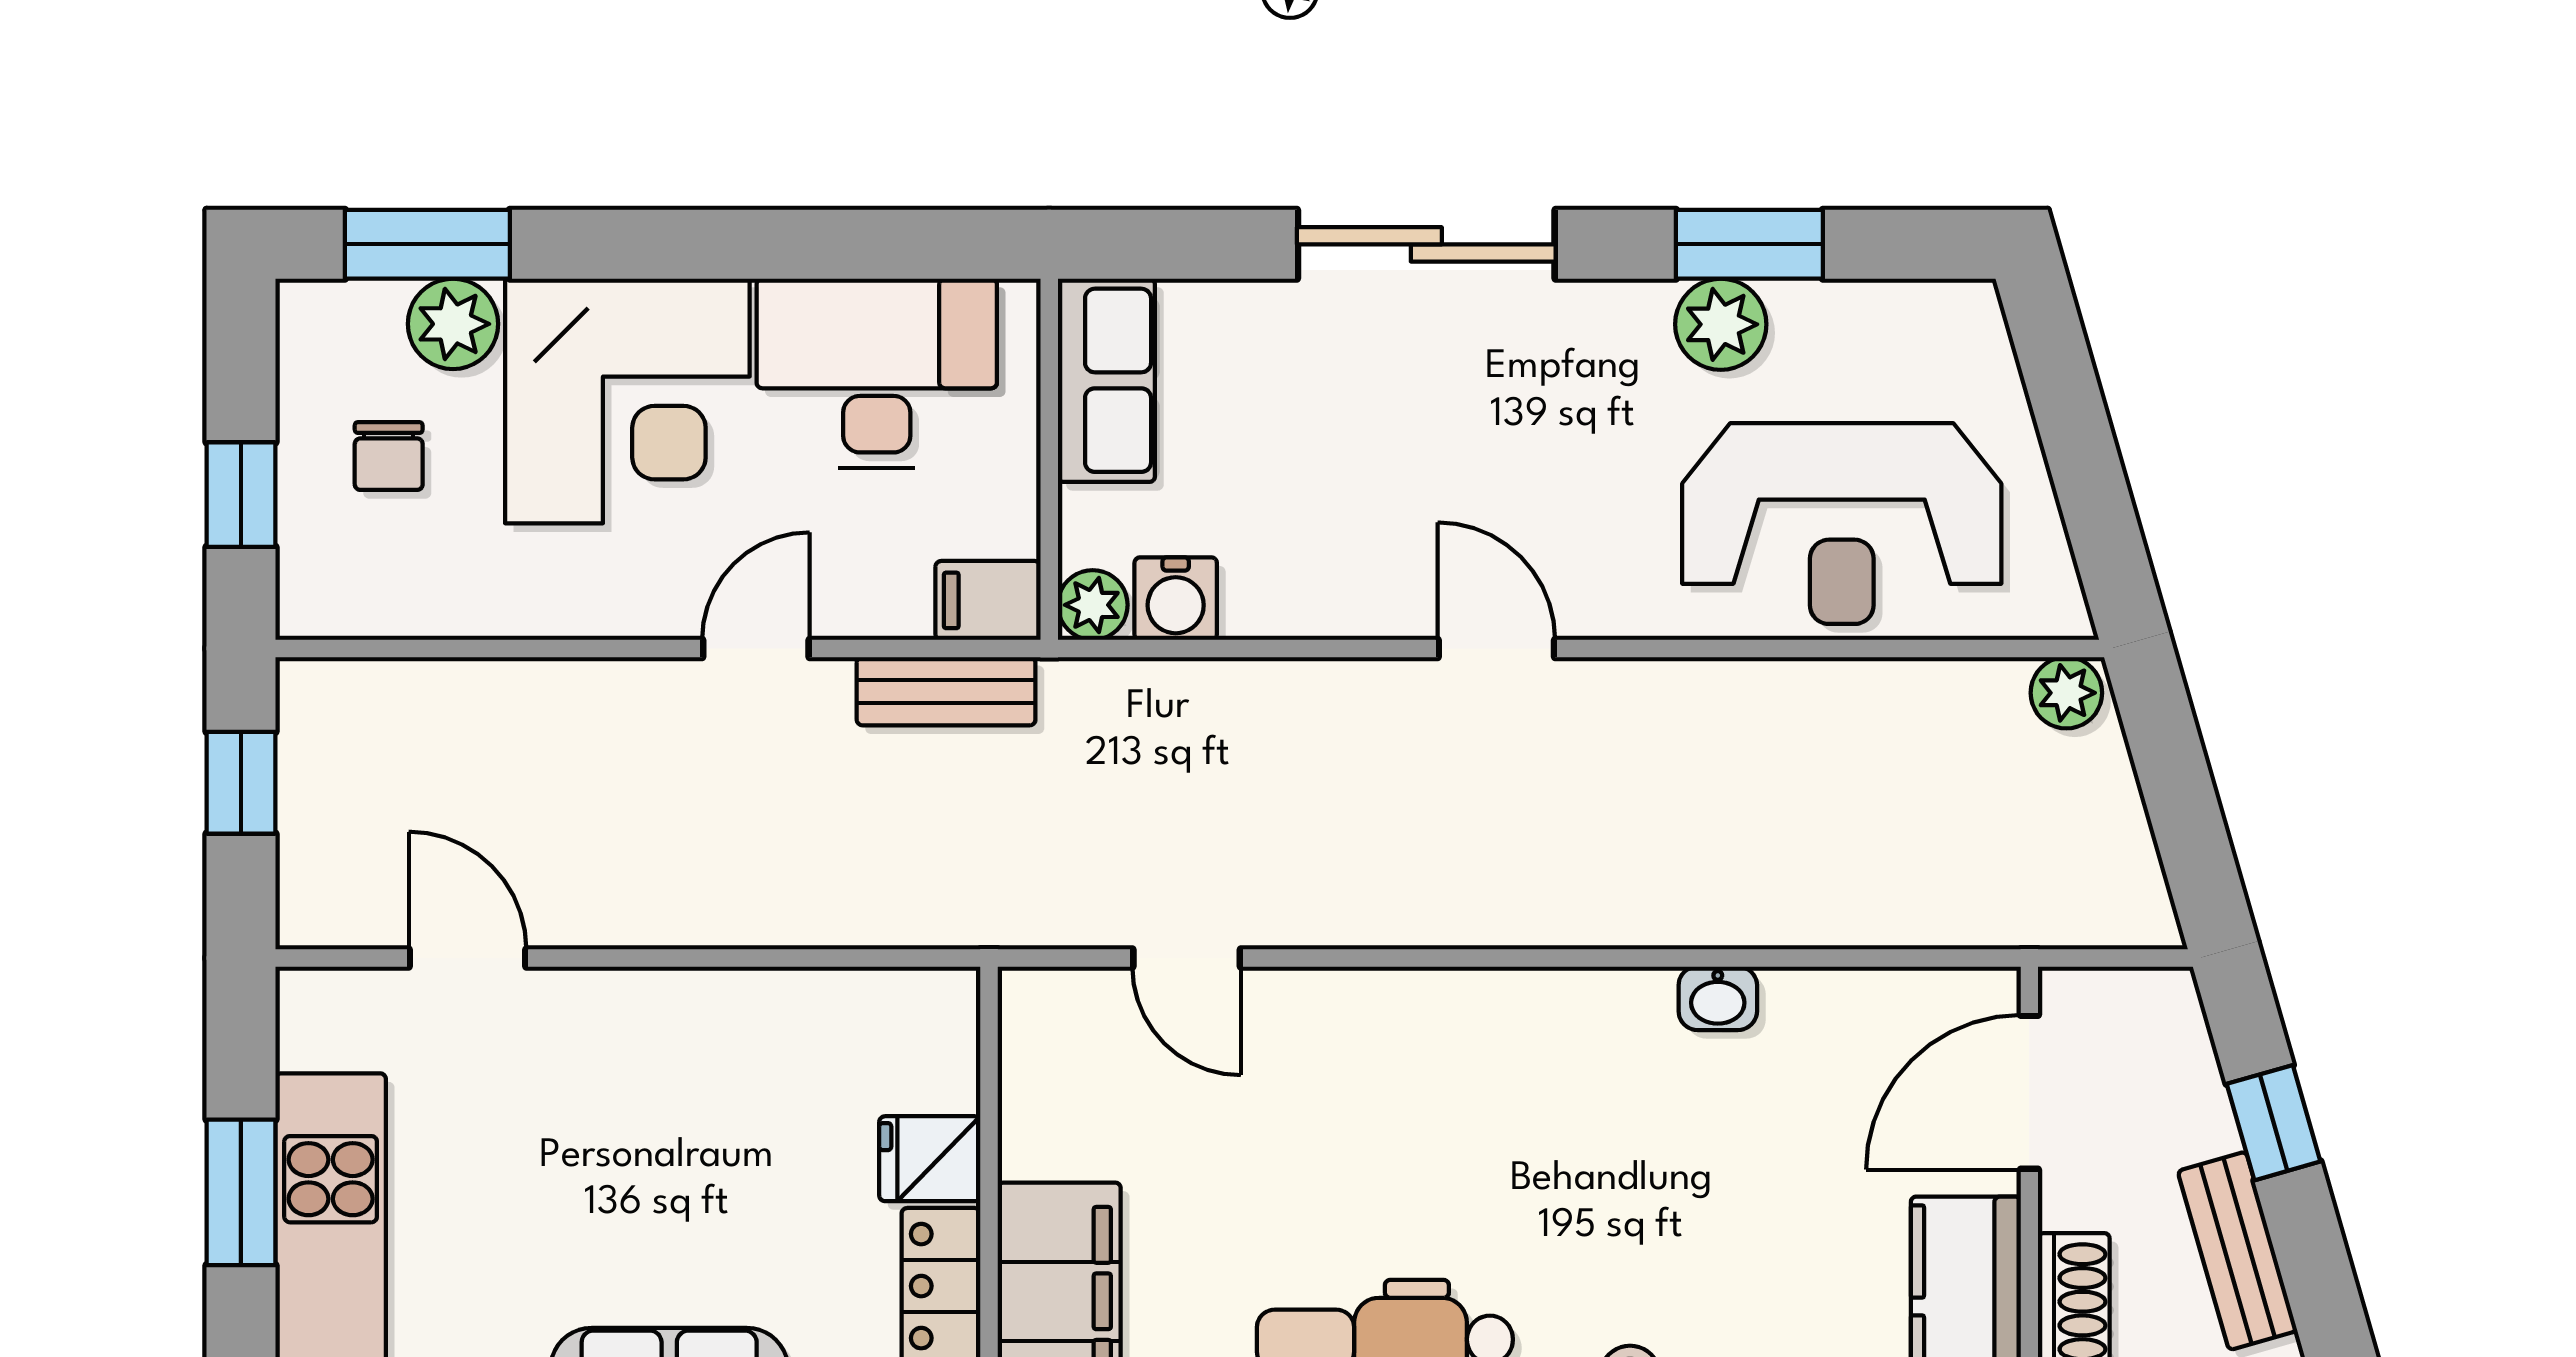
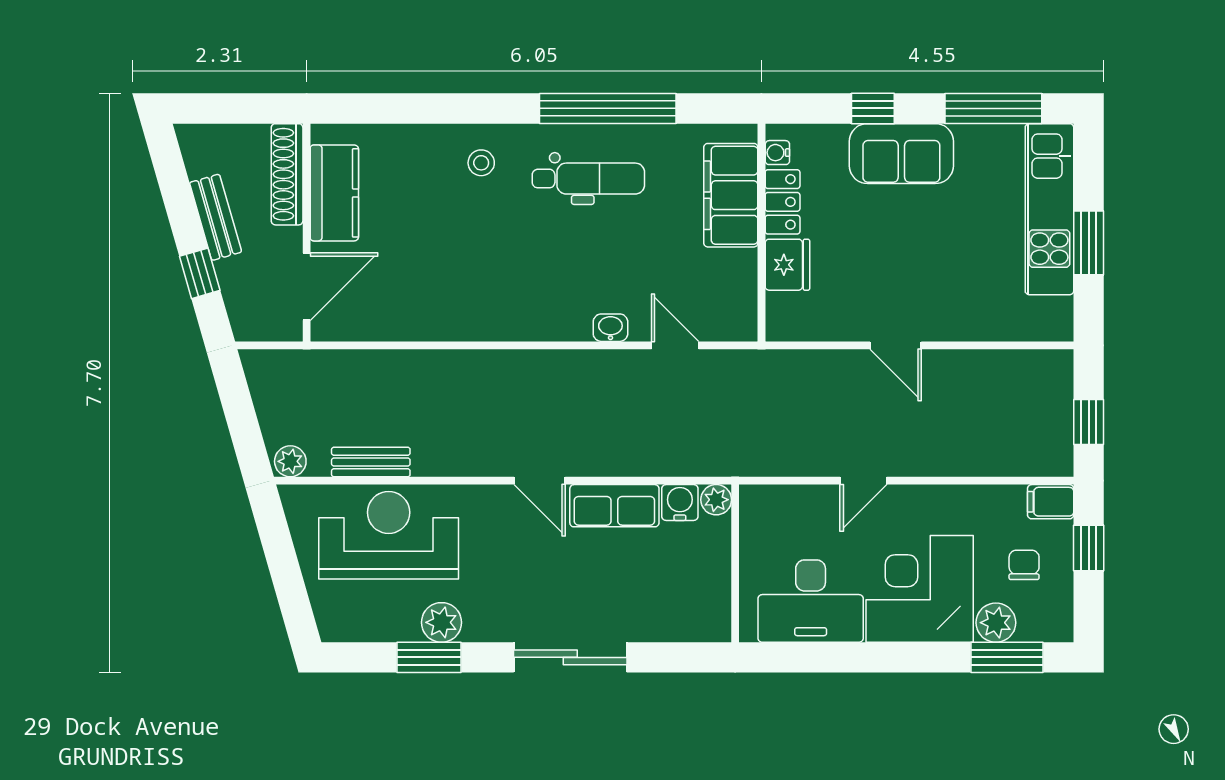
row of seats: (1106, 380) -> (614, 506), moved, turned -90
filing cabinet: (988, 600) -> (1051, 502), moved, turned 180
bench: (946, 691) -> (371, 462), moved
door: (468, 958) -> (896, 345), moved
washbasin: (1718, 998) -> (610, 328), moved
fridge: (930, 1159) -> (787, 265), width x1.38

